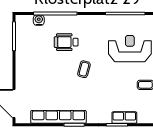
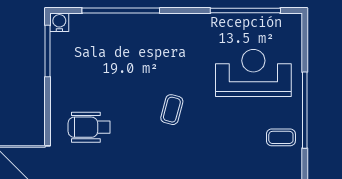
water cooler: (39, 20) -> (59, 22), moved
wheelchair: (66, 42) -> (89, 127), moved

